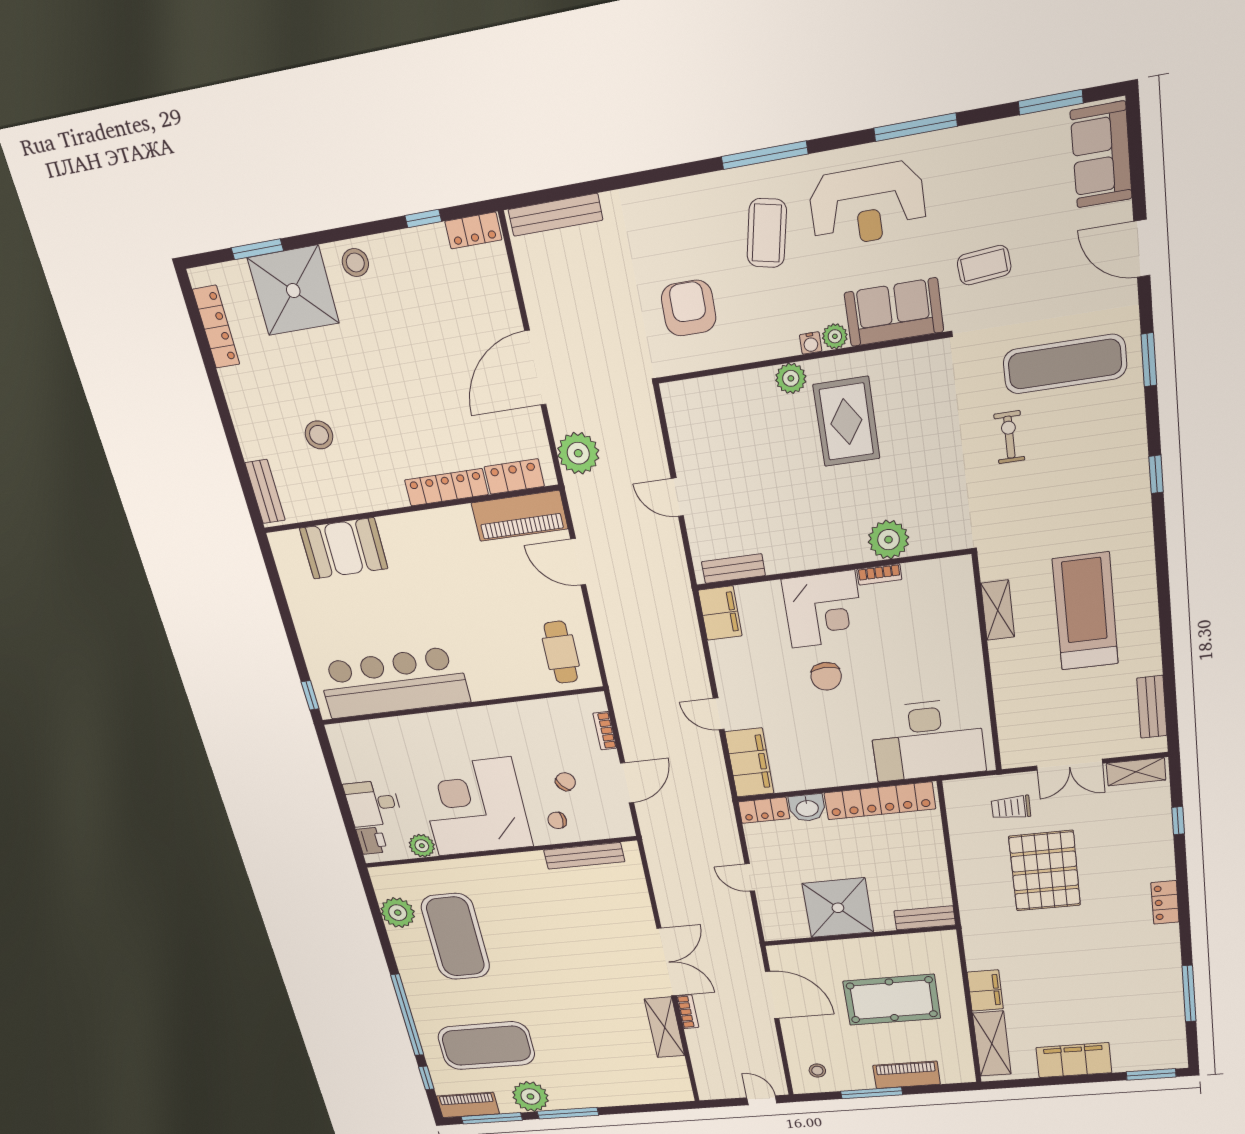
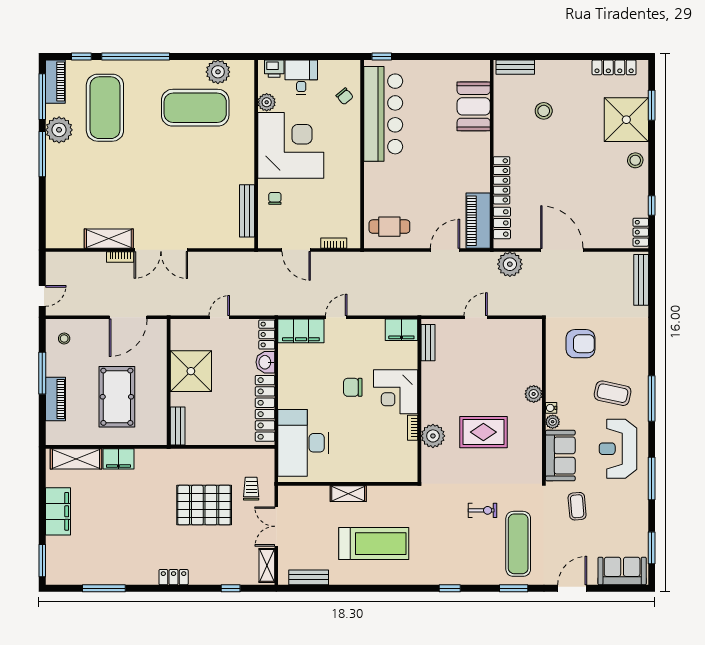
rug: (846, 422) -> (483, 432), moved
shelving: (998, 610) -> (348, 494), moved
chair: (565, 782) -> (345, 96), moved

